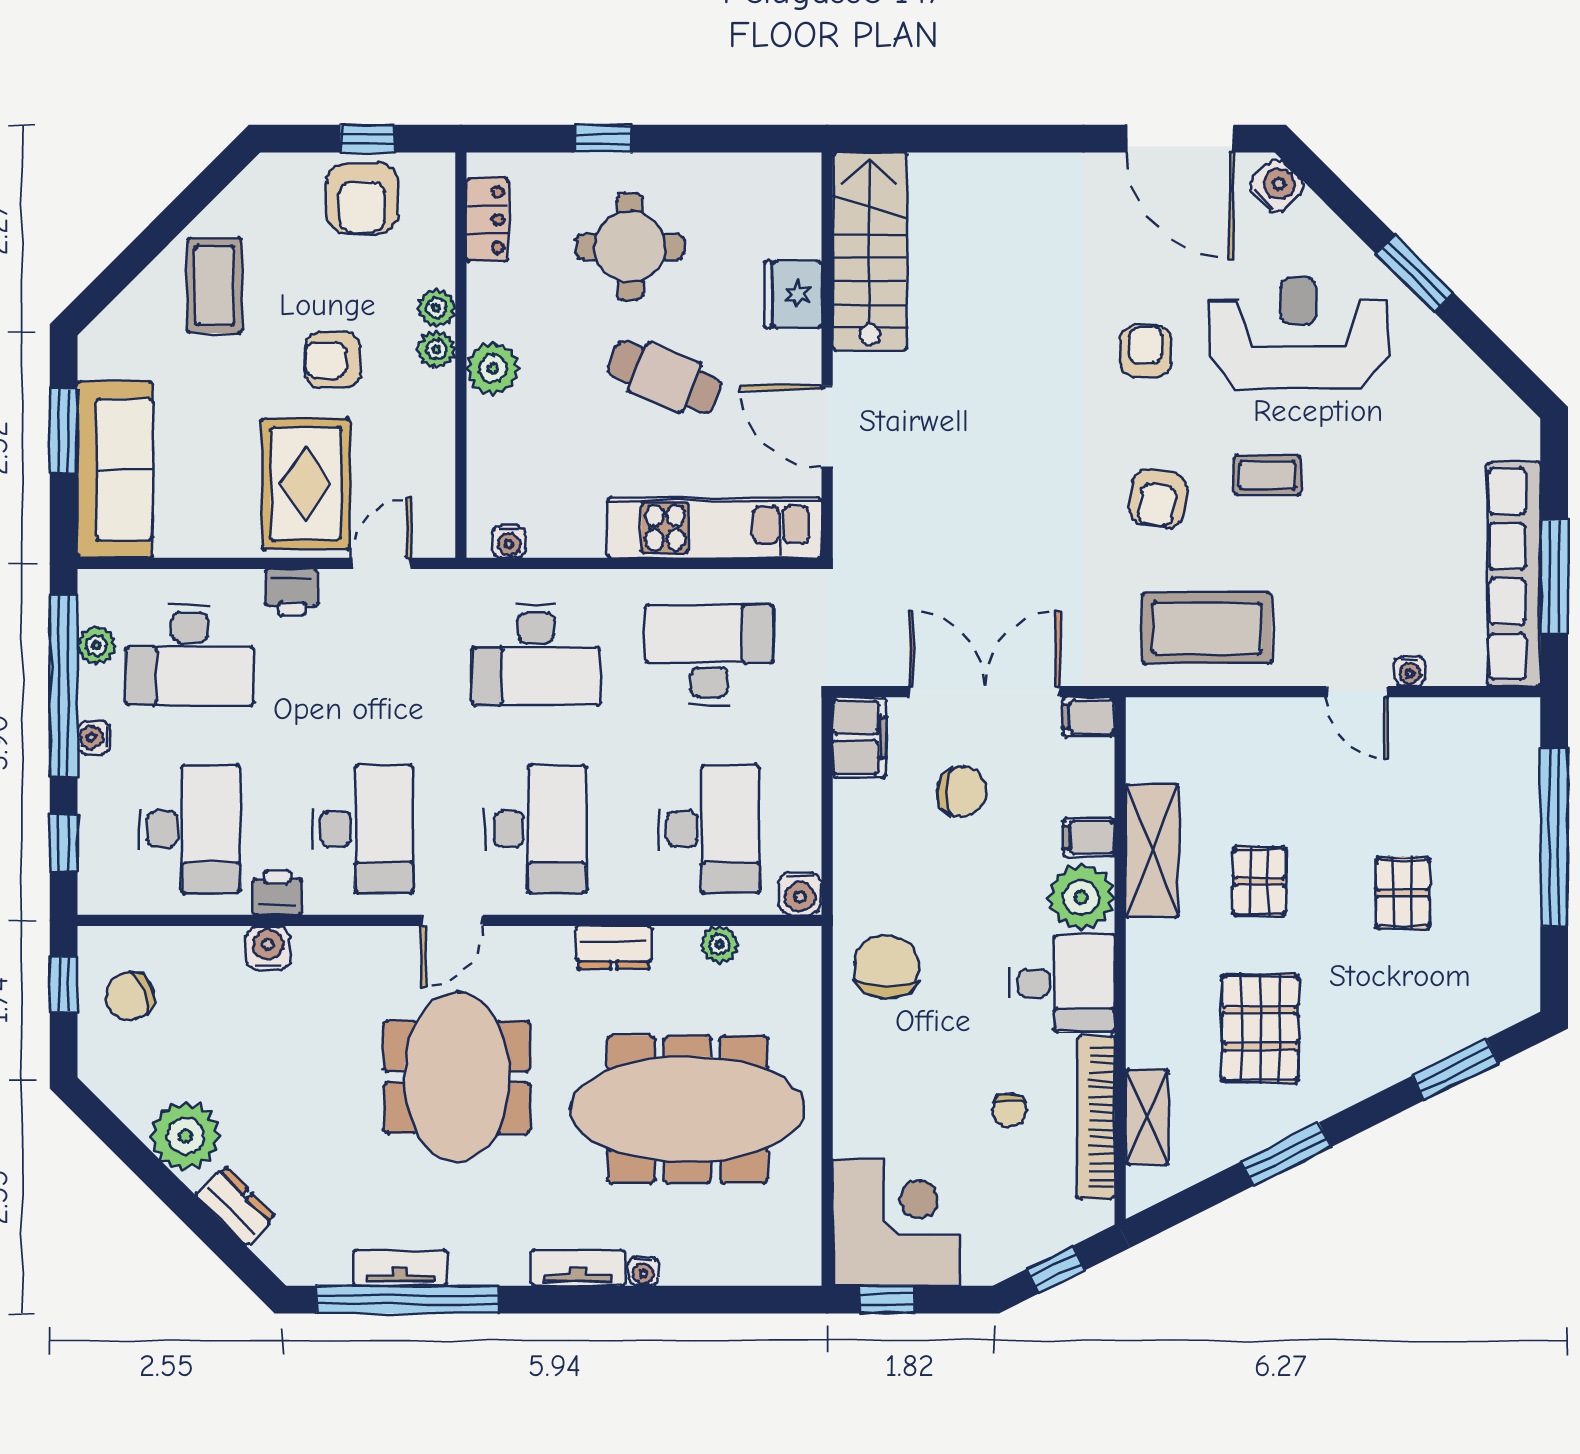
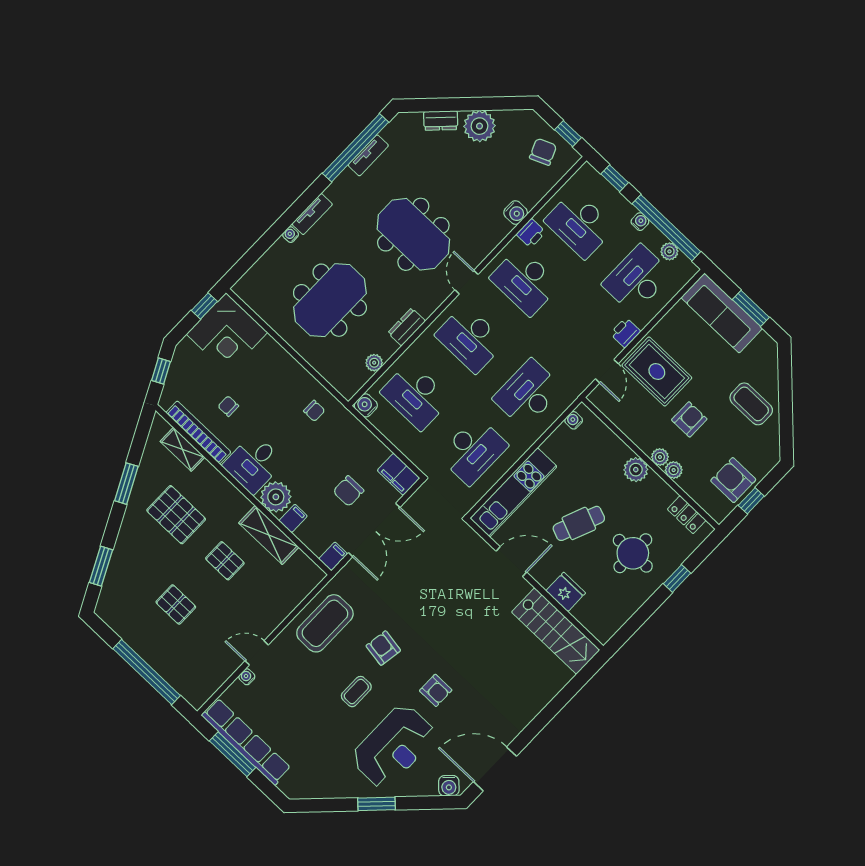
chair: (887, 967) -> (314, 411), width x0.54, depth x0.54
meeting table: (688, 1109) -> (330, 300), width x0.73

